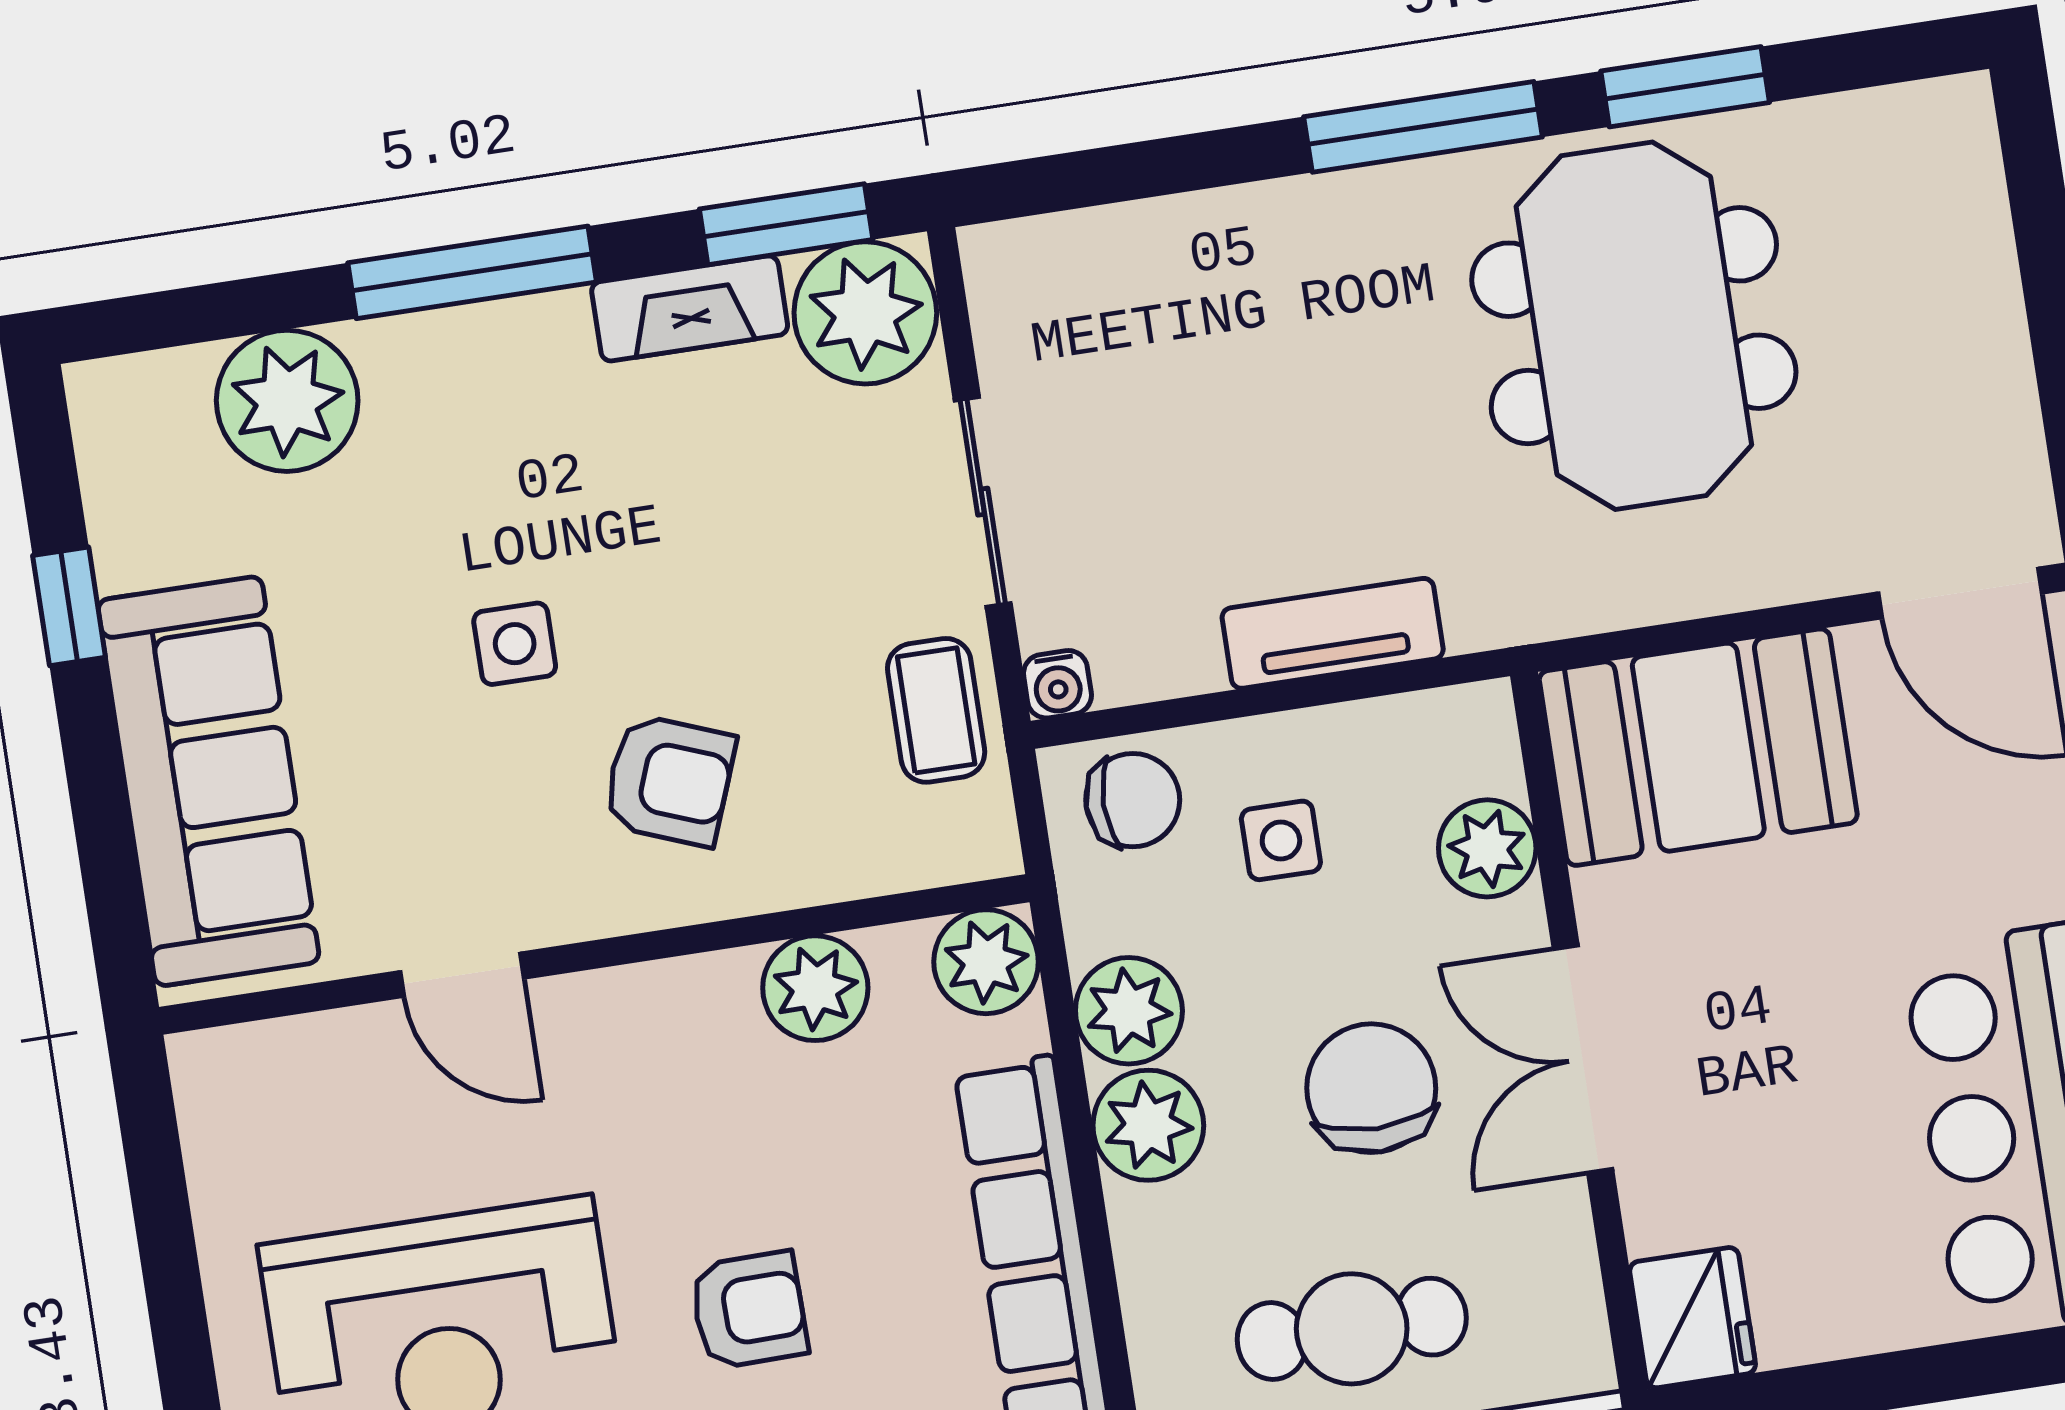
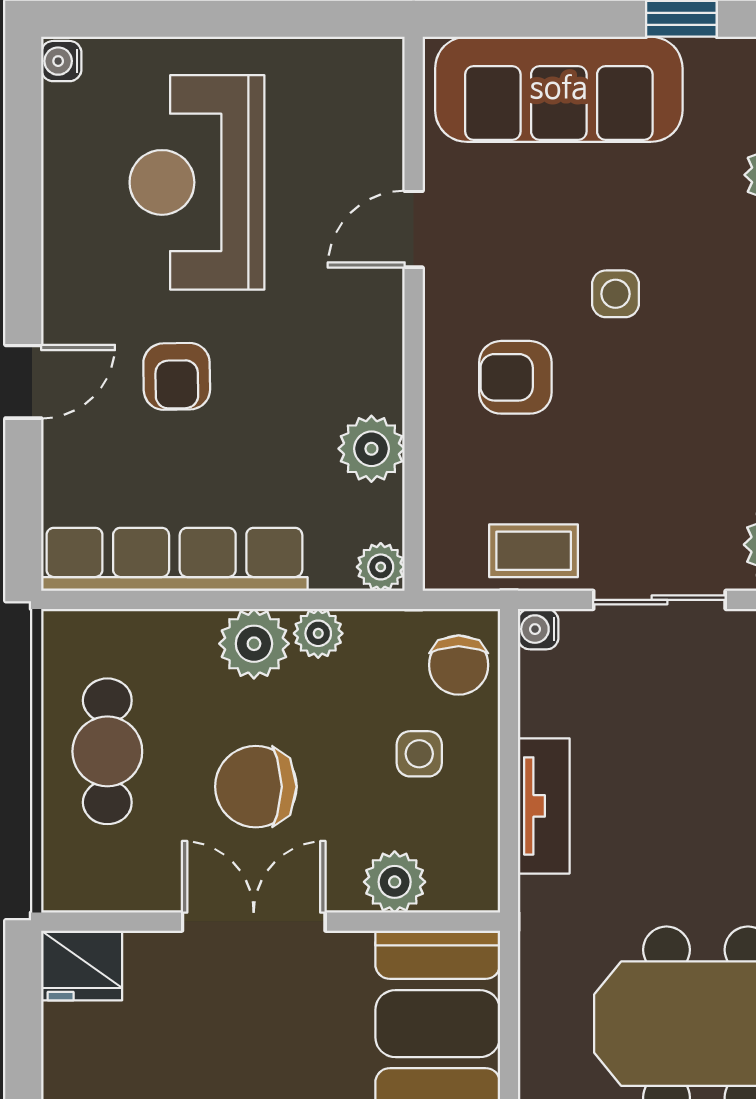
armchair: (669, 780) -> (515, 377), turned 69
plant: (986, 962) -> (381, 567), width x0.73, depth x0.73
plant: (1129, 1011) -> (318, 633), width x0.73, depth x0.73
chair: (1371, 1088) -> (256, 787), turned 180

